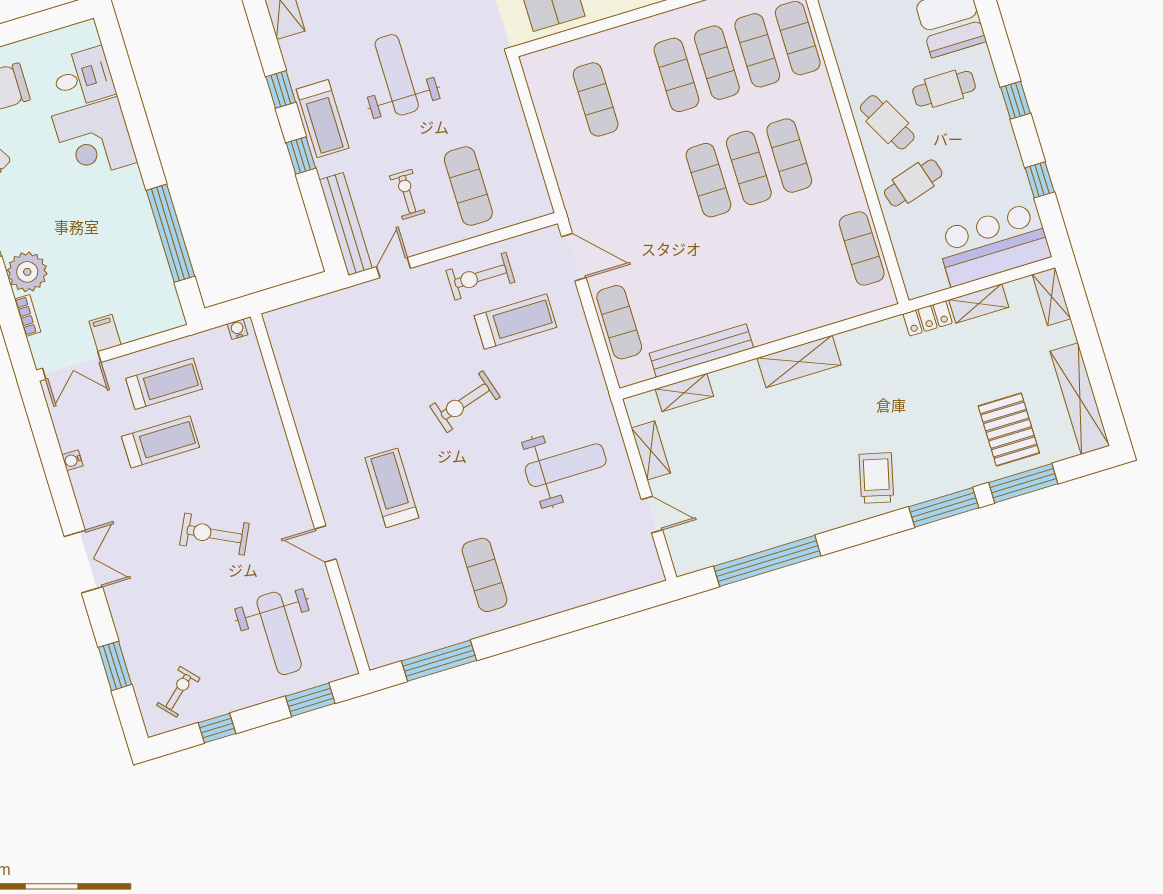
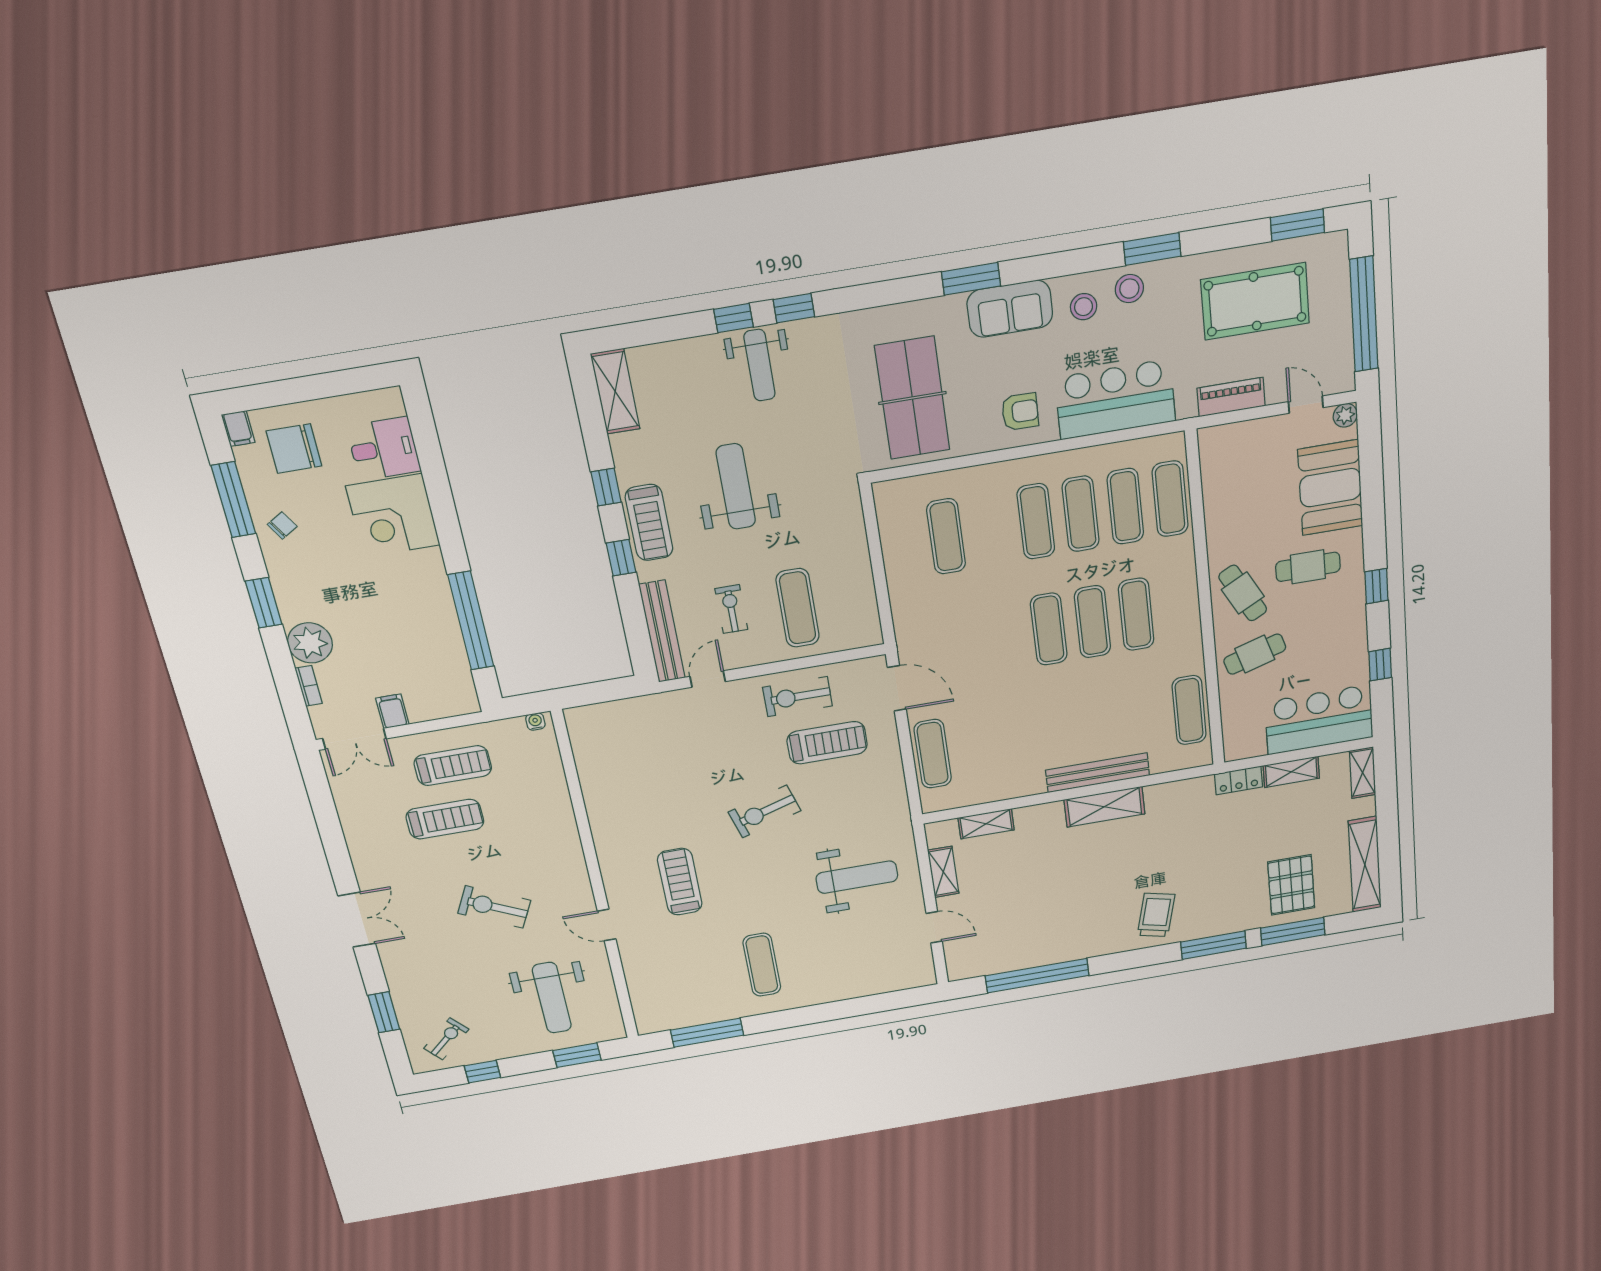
bench: (701, 351) -> (1098, 773), moved
water cooler: (72, 460) -> (350, 828), removed

